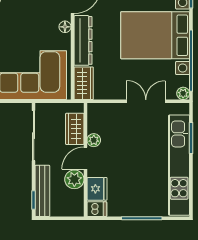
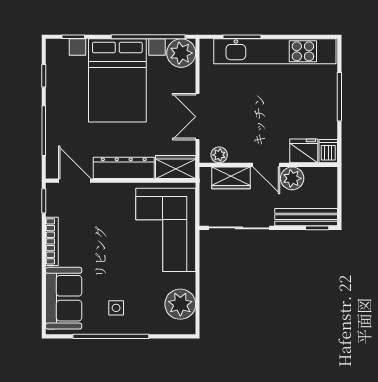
floor lamp: (65, 27) -> (107, 190), removed
plant: (183, 93) -> (181, 53), width x1.88, depth x1.88
double door: (146, 101) -> (197, 117), moved
plant: (94, 140) -> (219, 155), moved

